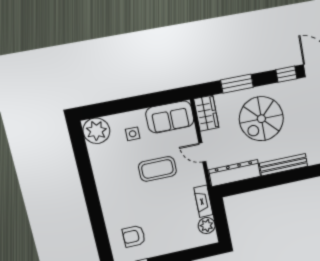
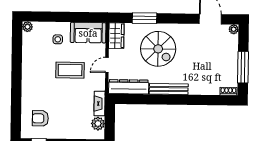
window: (286, 74) -> (184, 19), removed
spiral stairs: (261, 119) -> (158, 49), turned -90
plant: (96, 131) -> (27, 27), width x0.53, depth x0.53
door: (202, 152) -> (107, 65), hinge flipped

